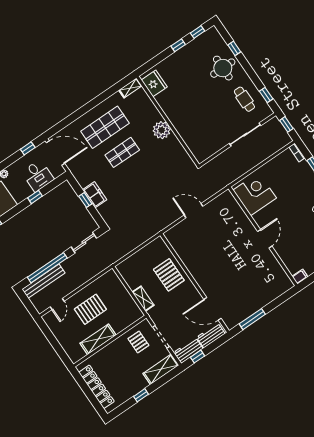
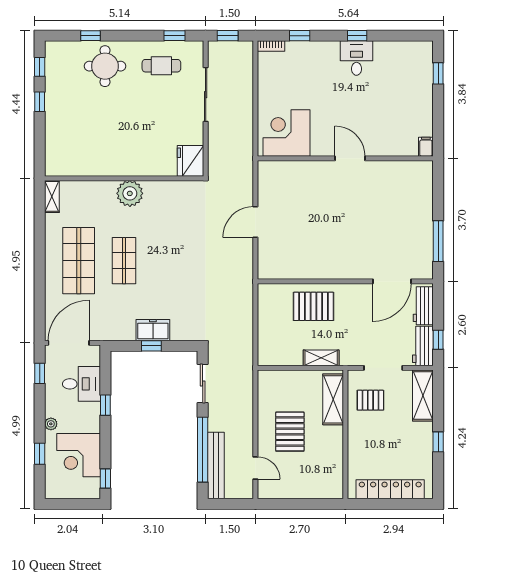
fridge: (154, 83) -> (190, 161), moved, turned -90
shelving: (98, 339) -> (333, 399), moved

